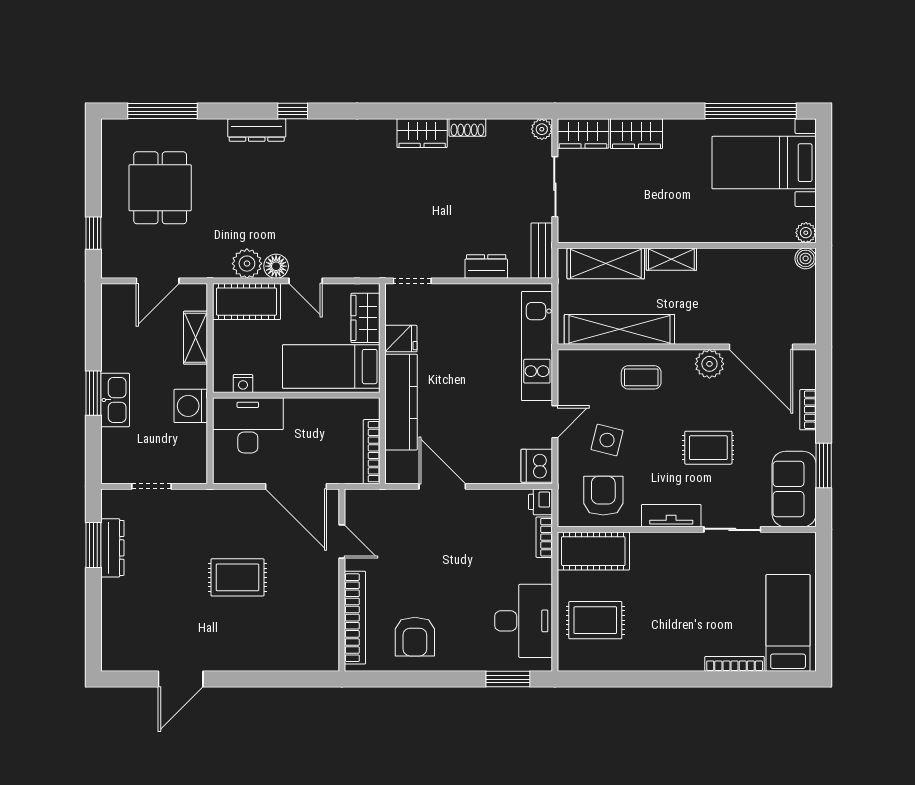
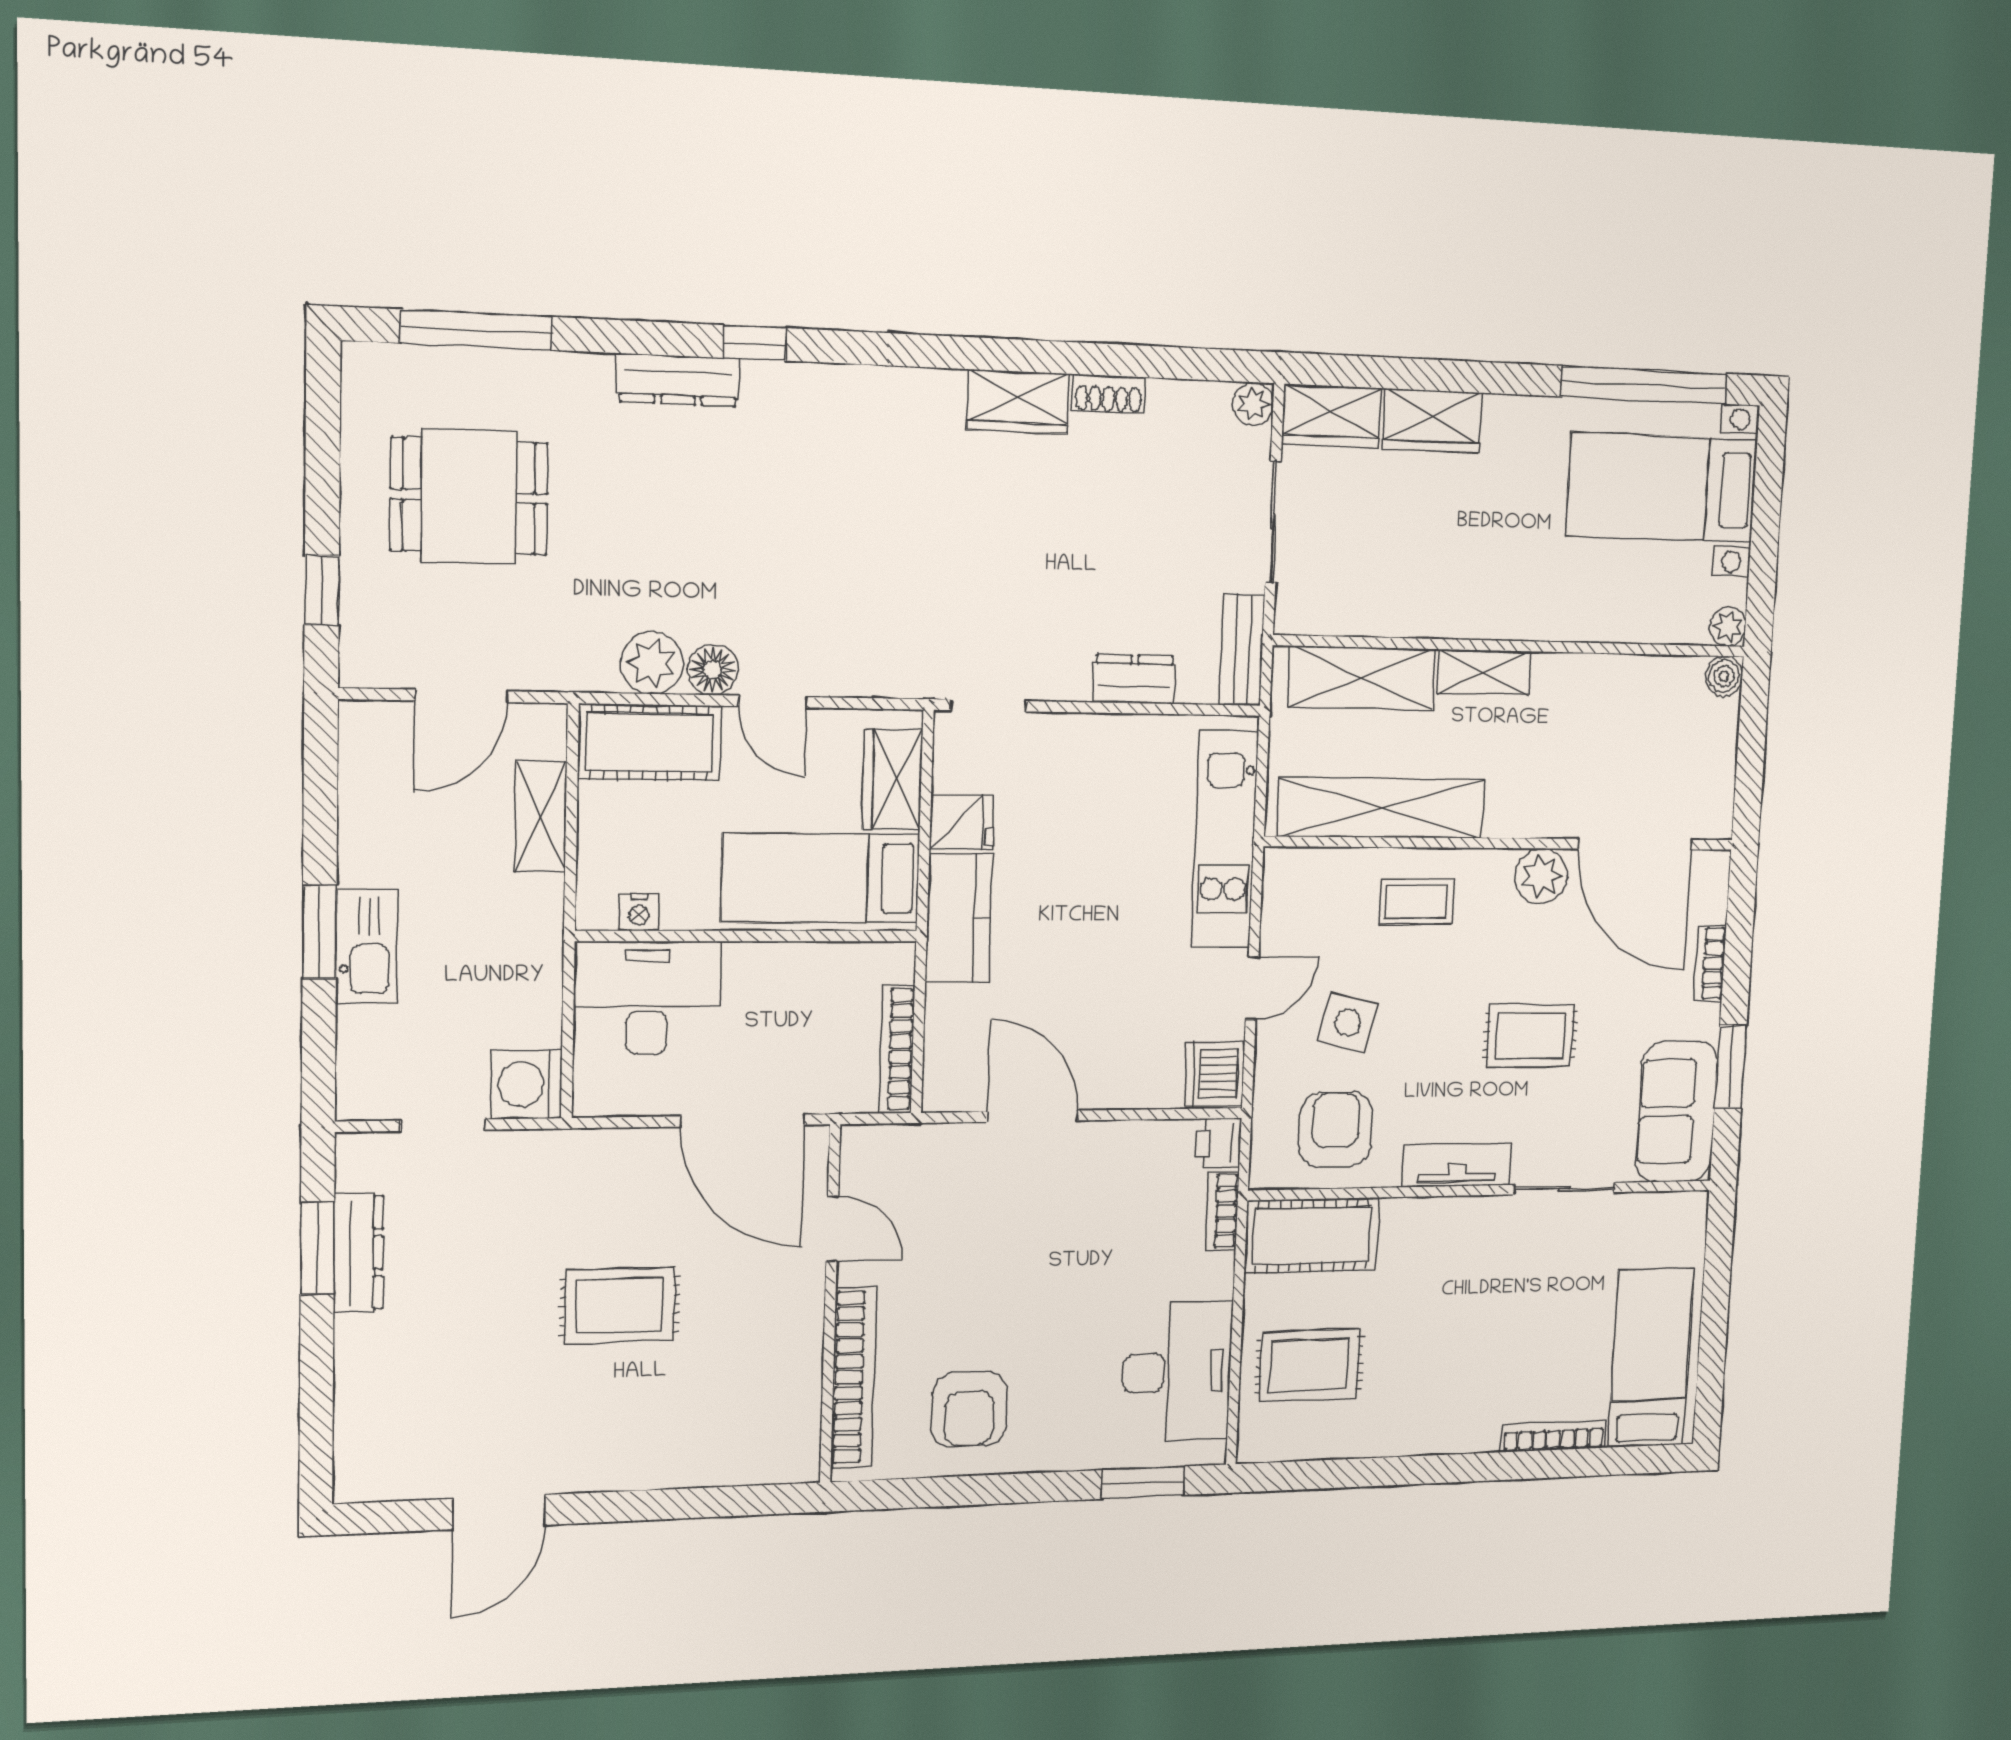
dining table: (160, 188) -> (469, 496), turned 90
kitchen counter: (401, 402) -> (959, 918), width x0.67
washing machine: (191, 406) -> (527, 1084), moved

